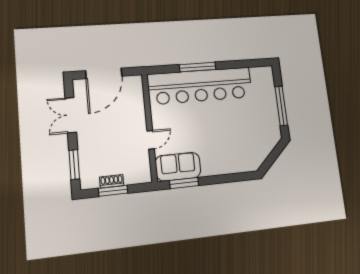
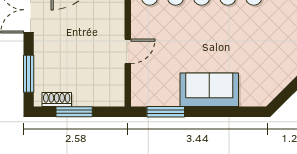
sofa: (178, 167) -> (209, 90), moved
shoe rack: (112, 181) -> (57, 100), moved

